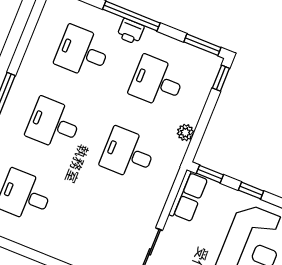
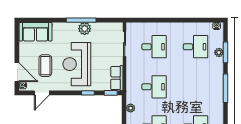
desk: (54, 124) -> (154, 47), moved

